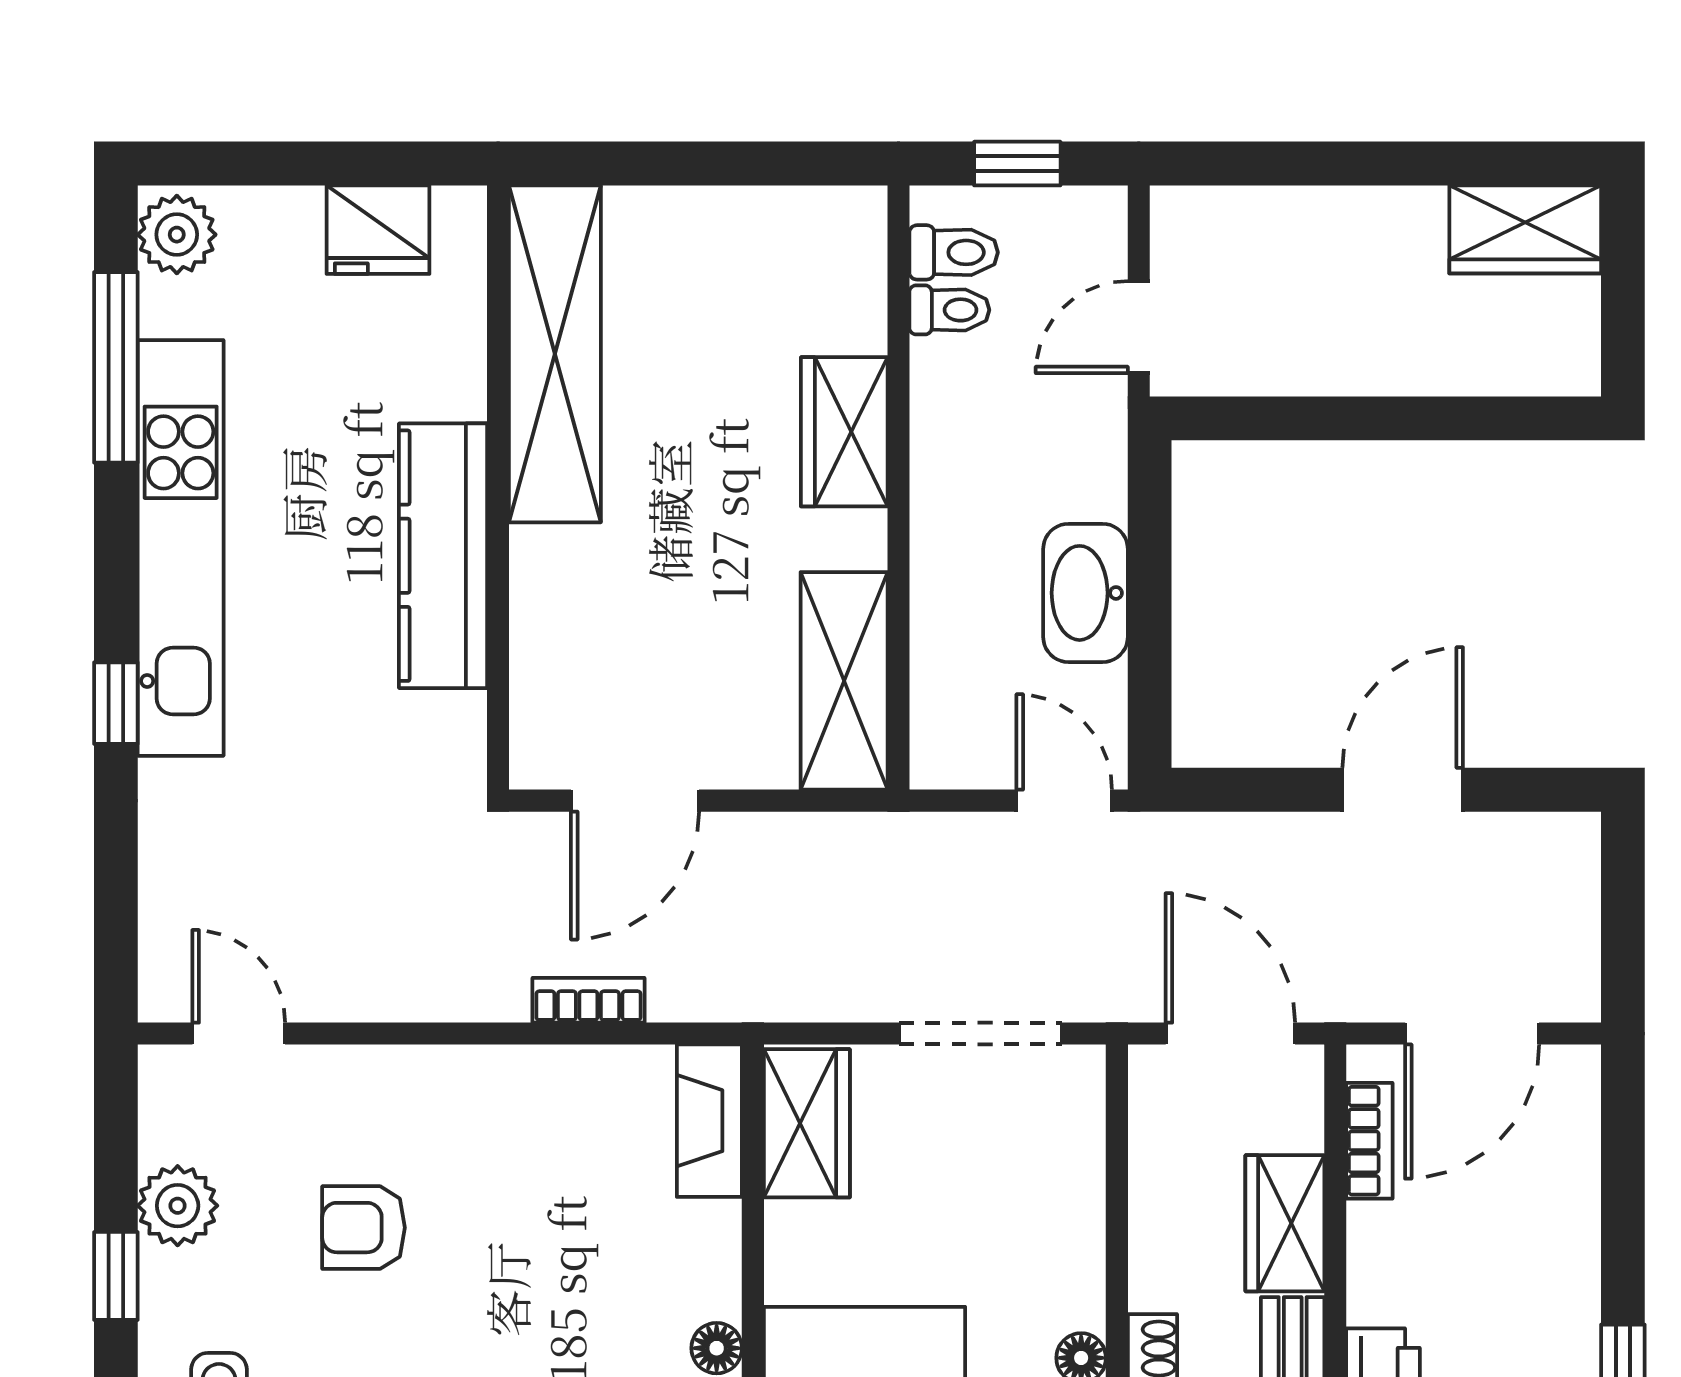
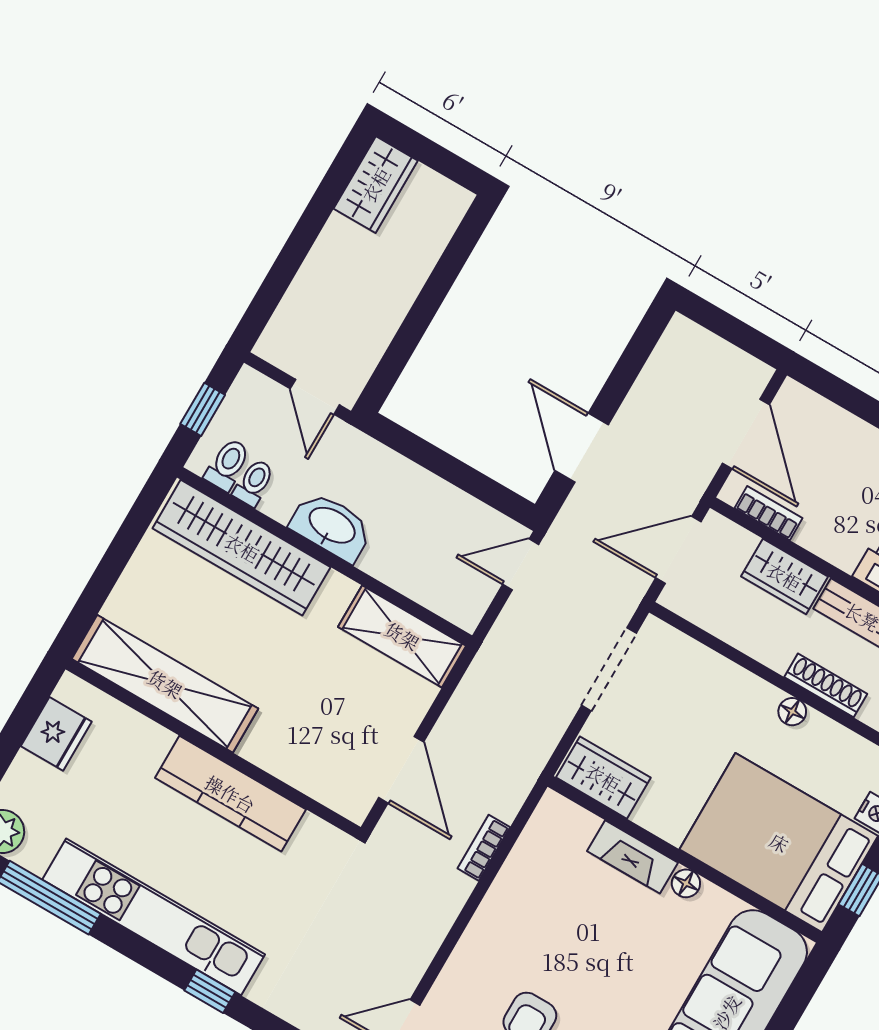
wardrobe: (844, 432) -> (242, 548), width x2.10, depth x1.17
washbasin: (1086, 593) -> (331, 526), moved, turned 180
door: (1403, 790) -> (582, 448), moved
fireplace: (709, 1121) -> (633, 857), moved

